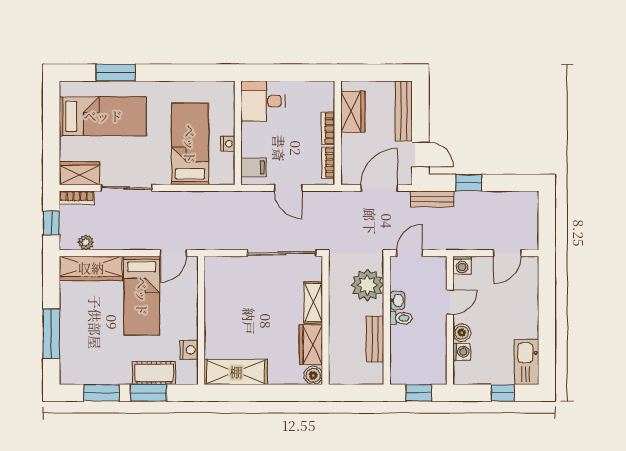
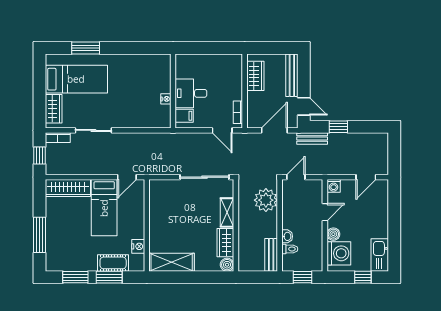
desk: (263, 101) -> (191, 93), moved
bookcase: (328, 128) -> (238, 88), removed
bed: (190, 144) -> (139, 99), removed
wardrobe: (79, 173) -> (54, 109), moved, turned 90
door: (288, 188) -> (222, 130), moved
plant: (86, 242) -> (64, 169), removed
washbasin: (397, 300) -> (287, 236), moved
toilet: (401, 318) -> (290, 249), moved
bench: (375, 339) -> (271, 255), moved
washing machine: (462, 352) -> (339, 253), width x1.89, depth x1.89

